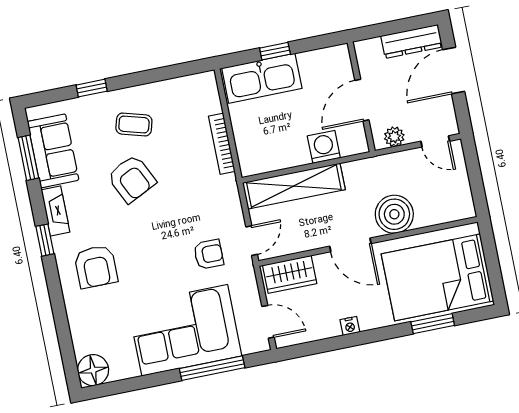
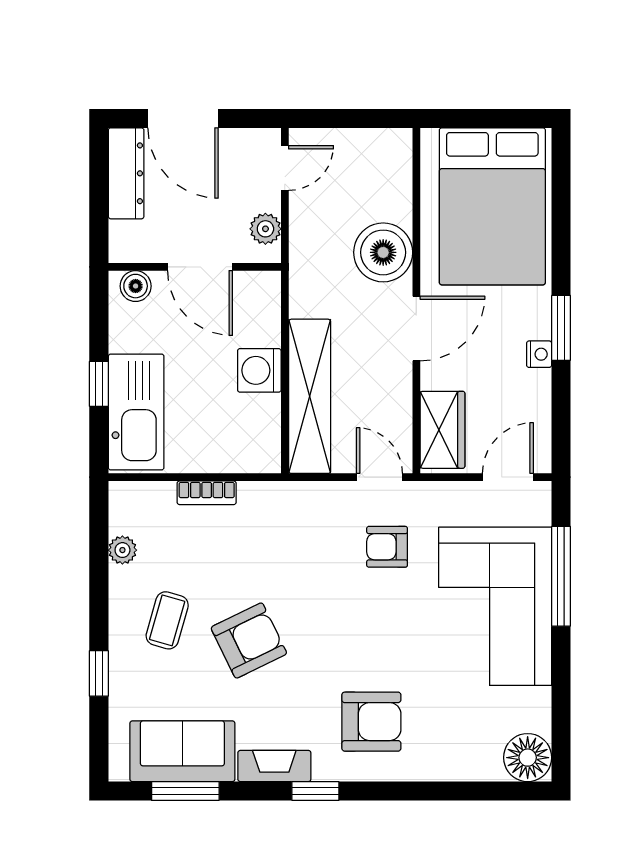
boiler: (341, 62) -> (136, 286), added
plant: (173, 87) -> (122, 550), added
bookcase: (222, 144) -> (207, 493), width x0.64
washing machine: (324, 147) -> (259, 370), moved
armchair: (209, 254) -> (387, 547), turned -90
window: (433, 324) -> (561, 328), moved

